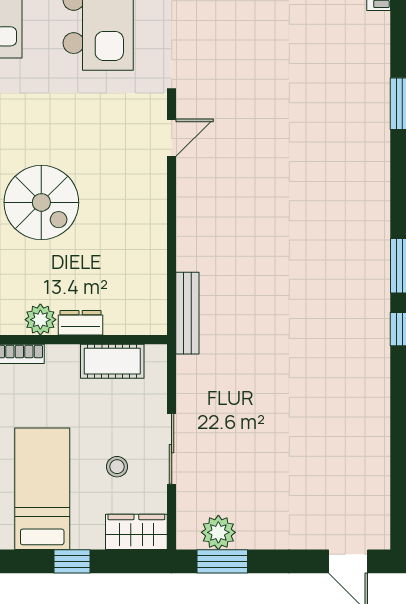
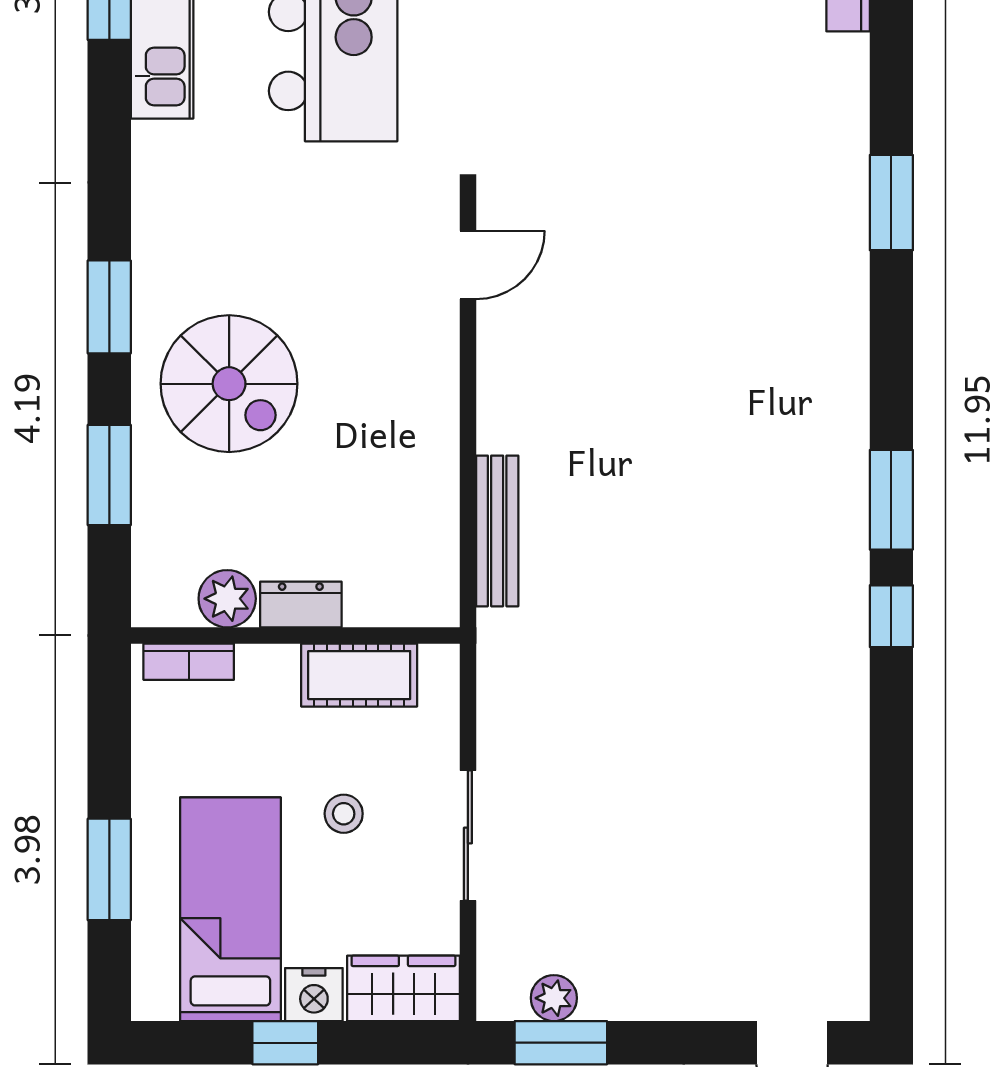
bench: (187, 313) -> (497, 531), moved
stool: (117, 467) -> (344, 814), moved
plant: (218, 532) -> (554, 998), width x0.73, depth x0.73
nightstand: (88, 535) -> (314, 995), added

